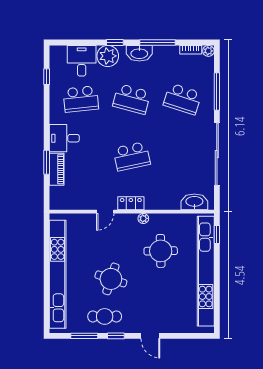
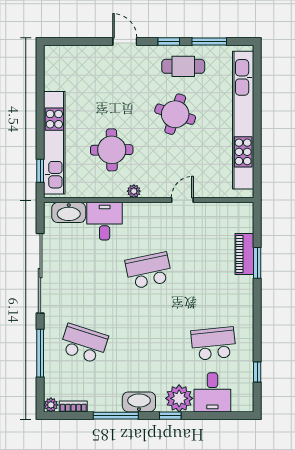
school desk: (132, 99) -> (149, 344), removed
desk: (64, 138) -> (105, 221), moved, turned -90
locker: (131, 203) -> (150, 211), removed
kitchen unit: (206, 271) -> (54, 143), width x0.73

